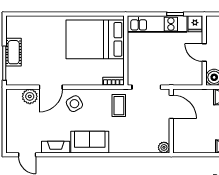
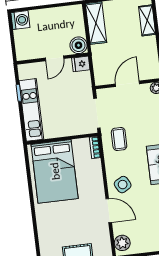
fridge: (195, 24) -> (81, 64), moved, turned 180
plant: (30, 96) -> (122, 243), moved
coffee table: (119, 106) -> (119, 139), turned 90
door: (171, 107) -> (127, 84), moved

